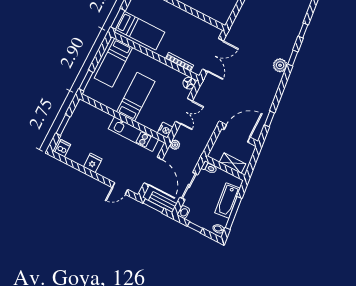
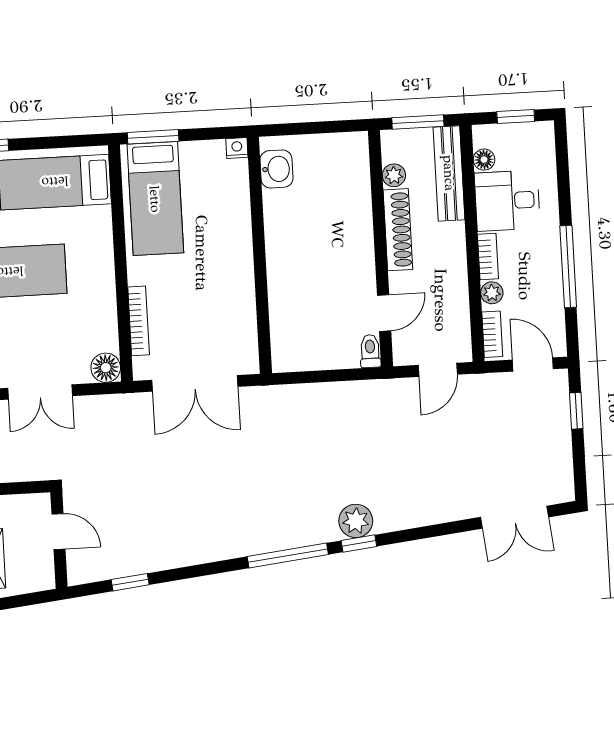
window: (293, 58) -> (288, 556), width x2.17
plant: (280, 65) -> (356, 521), moved
door: (237, 134) -> (59, 532), width x0.53

